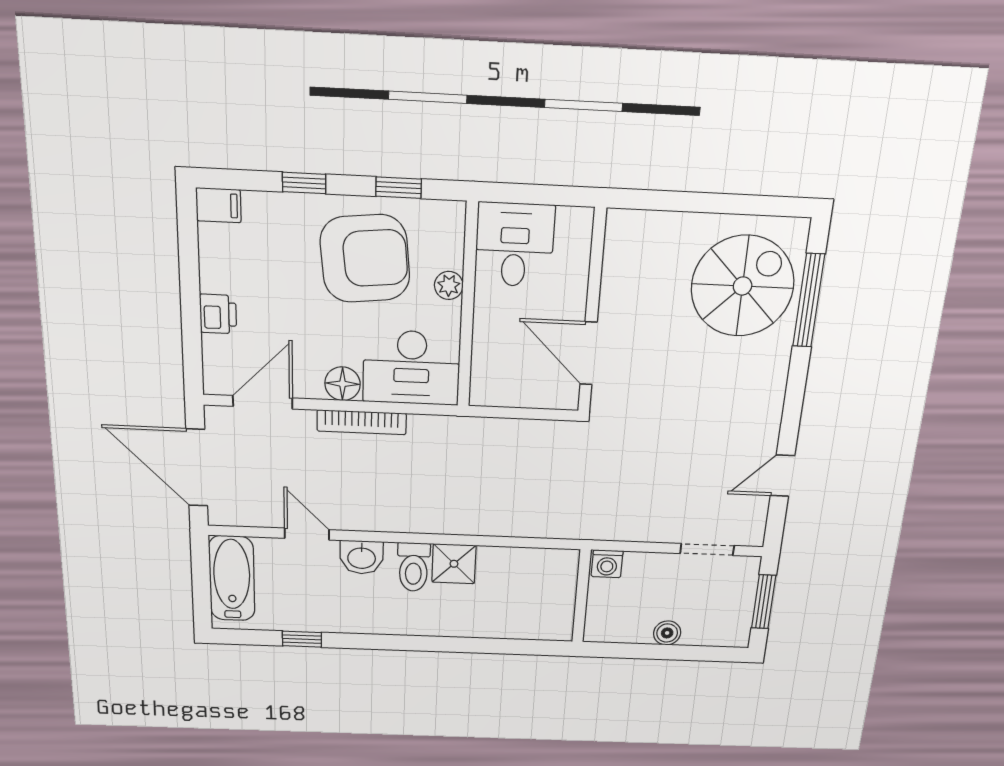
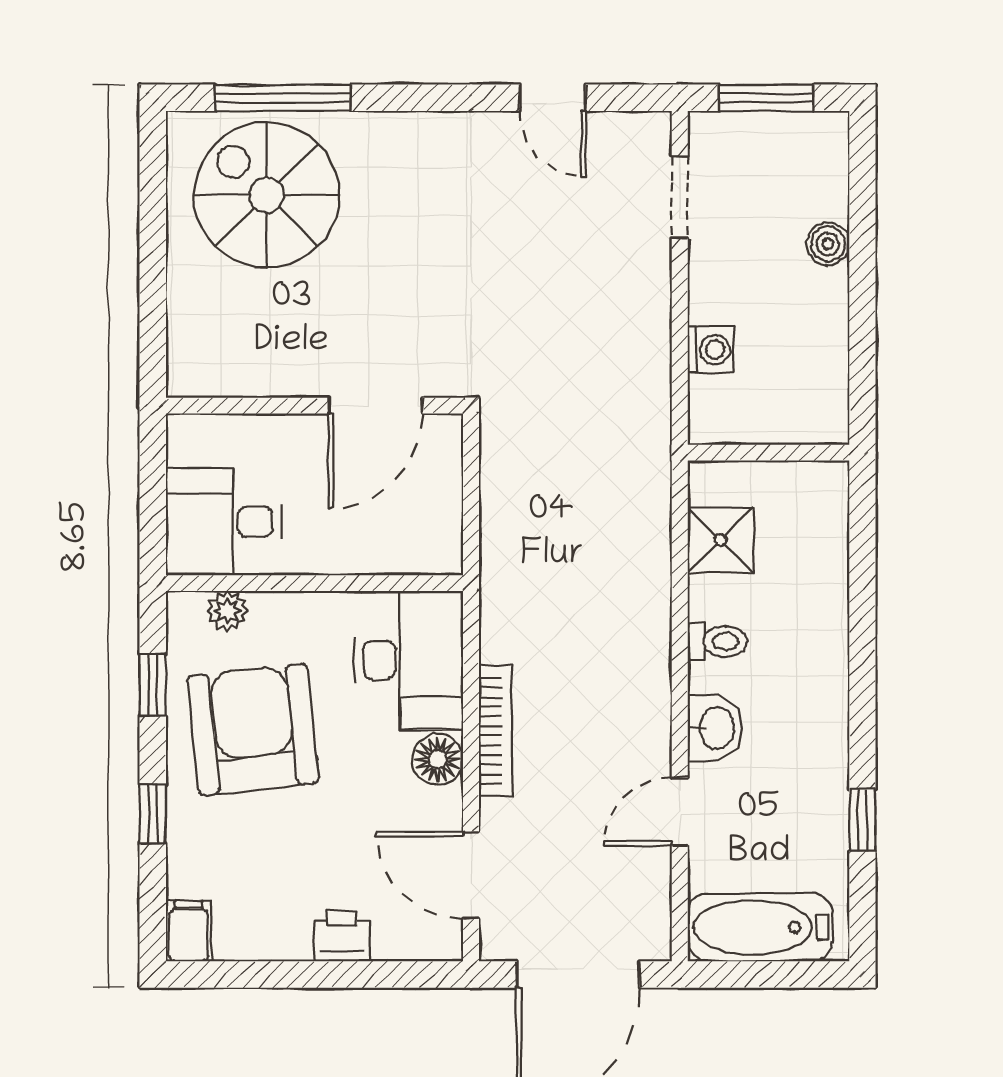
plant: (449, 285) -> (227, 611), moved
shower: (454, 564) -> (721, 540), moved
toilet: (413, 567) -> (717, 641), width x0.73, depth x0.72
wall: (581, 596) -> (769, 453), moved

